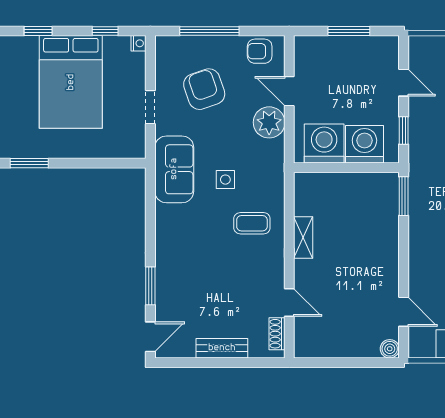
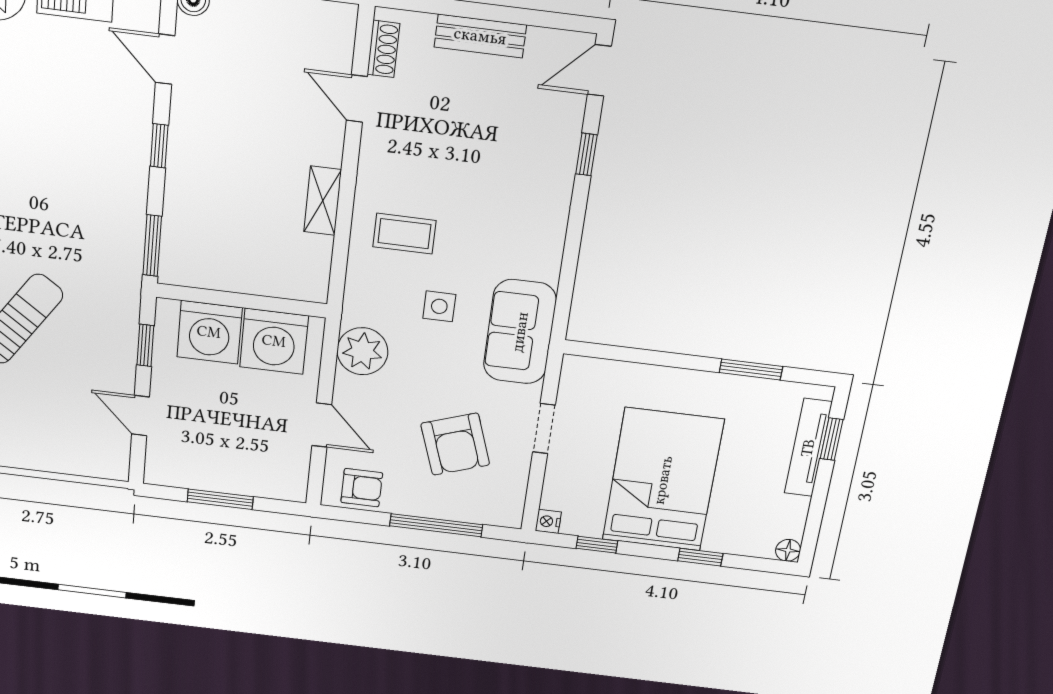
plant: (269, 122) -> (362, 351), moved
window: (404, 259) -> (159, 146), added
window: (150, 286) -> (586, 154), width x0.67

